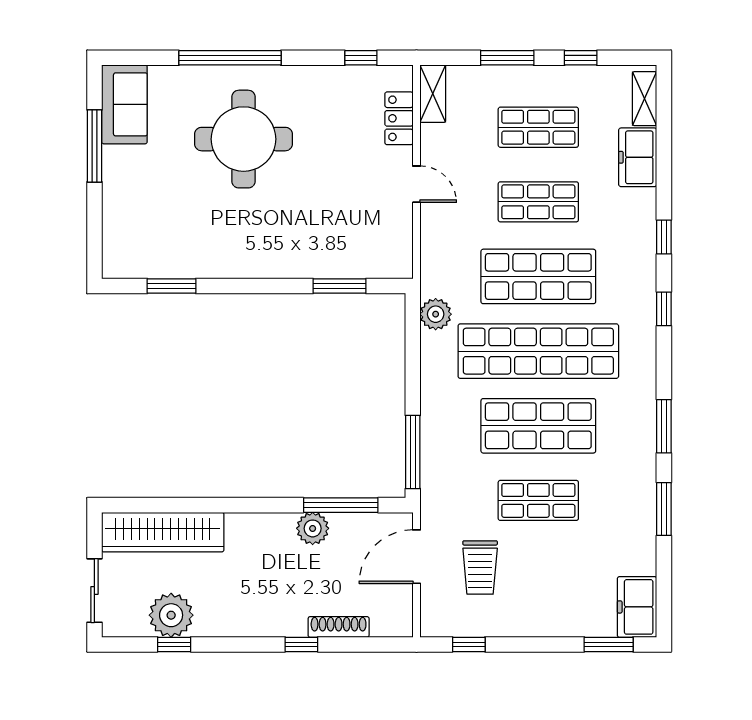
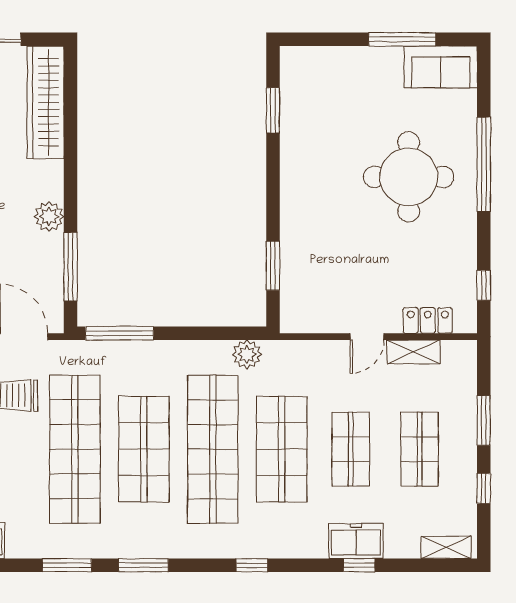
shelving: (433, 94) -> (414, 352), moved
freezer: (638, 157) -> (356, 541), moved
window: (664, 237) -> (359, 565), moved
shop shelf: (538, 500) -> (75, 449), width x2.00, depth x1.36
plant: (313, 528) -> (49, 217), moved

